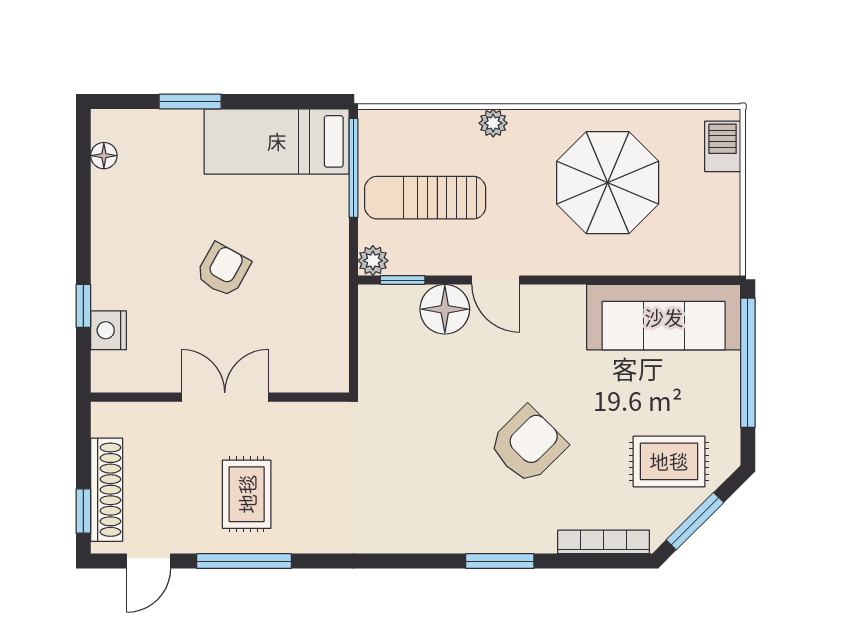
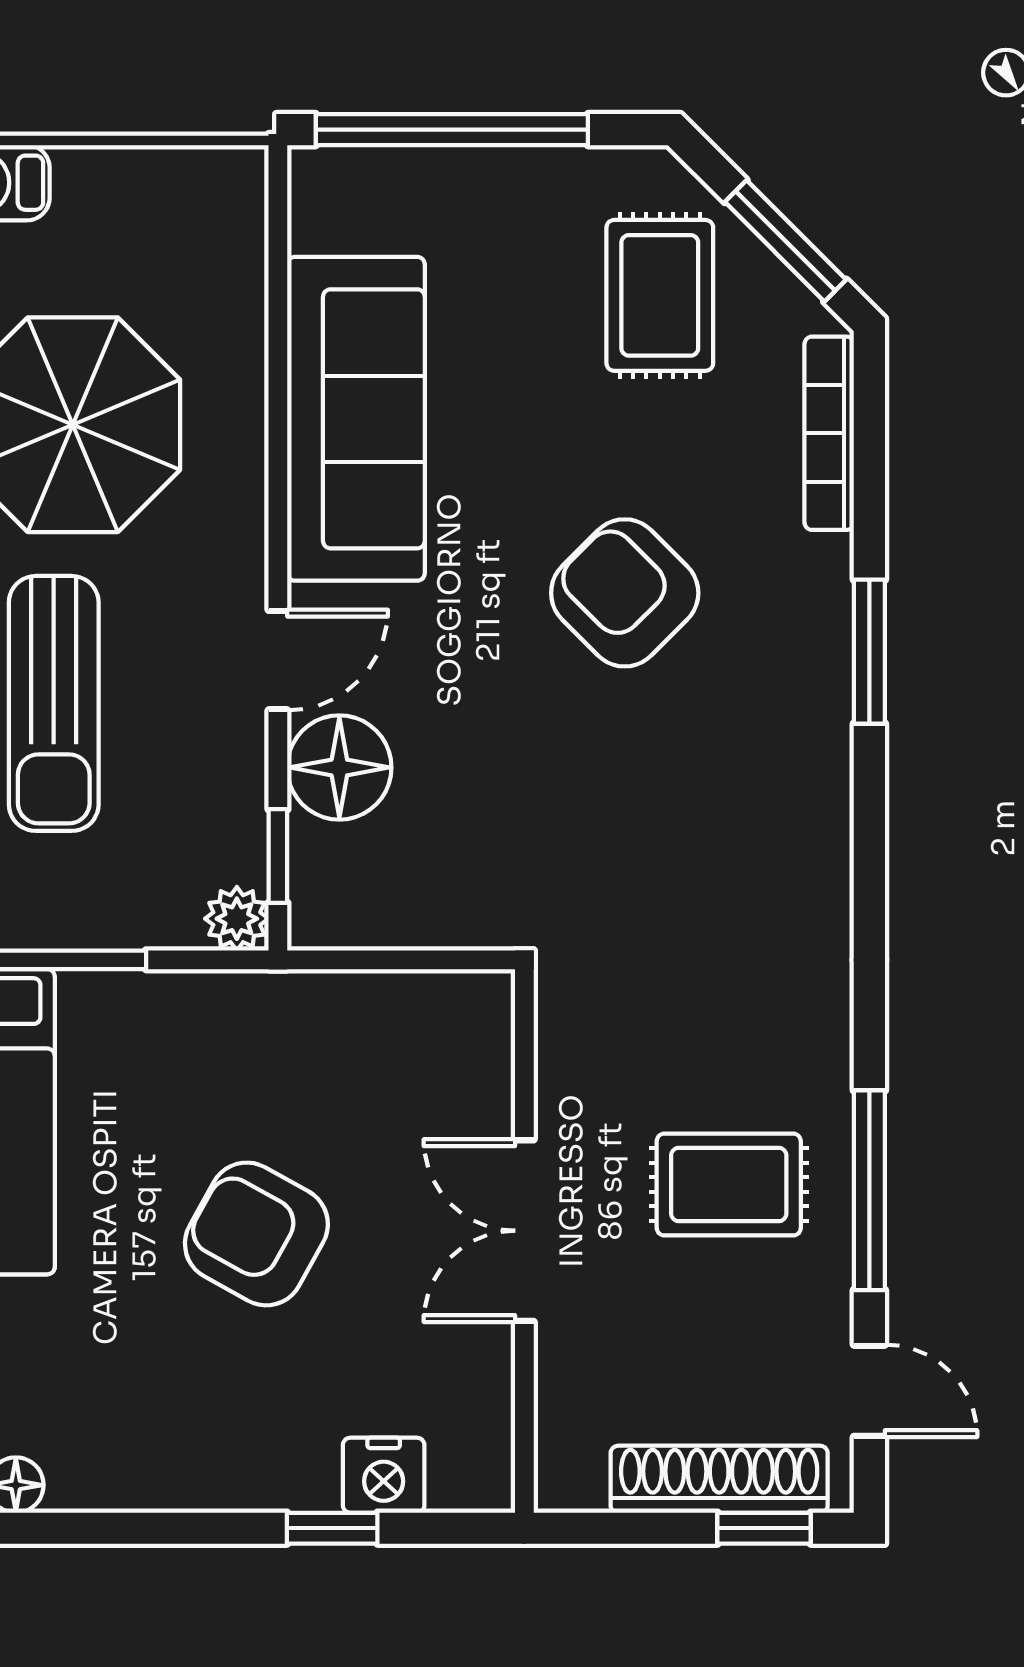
sun lounger: (425, 198) -> (54, 703), moved
armchair: (223, 270) -> (256, 1234), width x1.38, depth x1.38
sofa: (664, 317) -> (356, 419), moved

